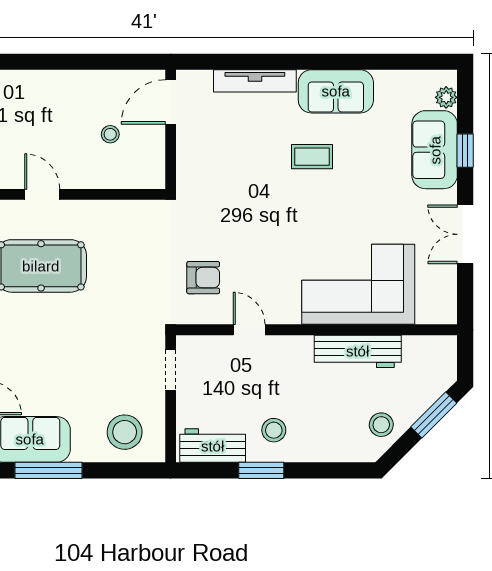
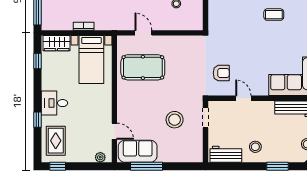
stool: (125, 432) -> (175, 120), moved
window: (261, 470) -> (278, 166), moved

